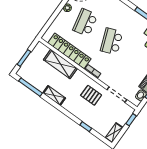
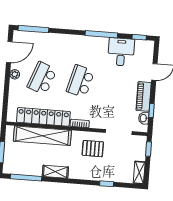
school desk: (85, 22) -> (42, 78), turned 33
school desk: (112, 41) -> (80, 81), turned 36
shelving: (60, 64) -> (42, 136), width x1.47

